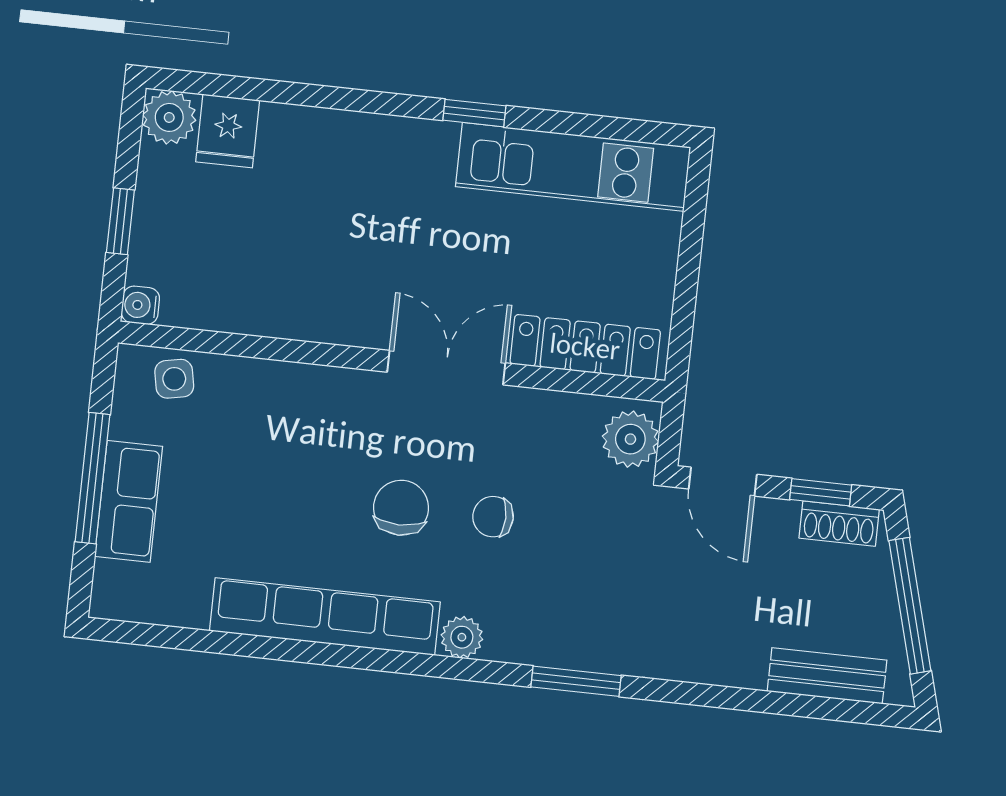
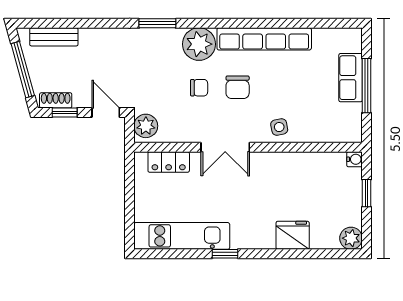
fridge: (228, 131) -> (293, 235), moved, width x1.38
locker: (585, 347) -> (169, 162), width x0.66
side table: (174, 379) -> (279, 127), moved
plant: (462, 637) -> (199, 44), width x1.87, depth x1.87

